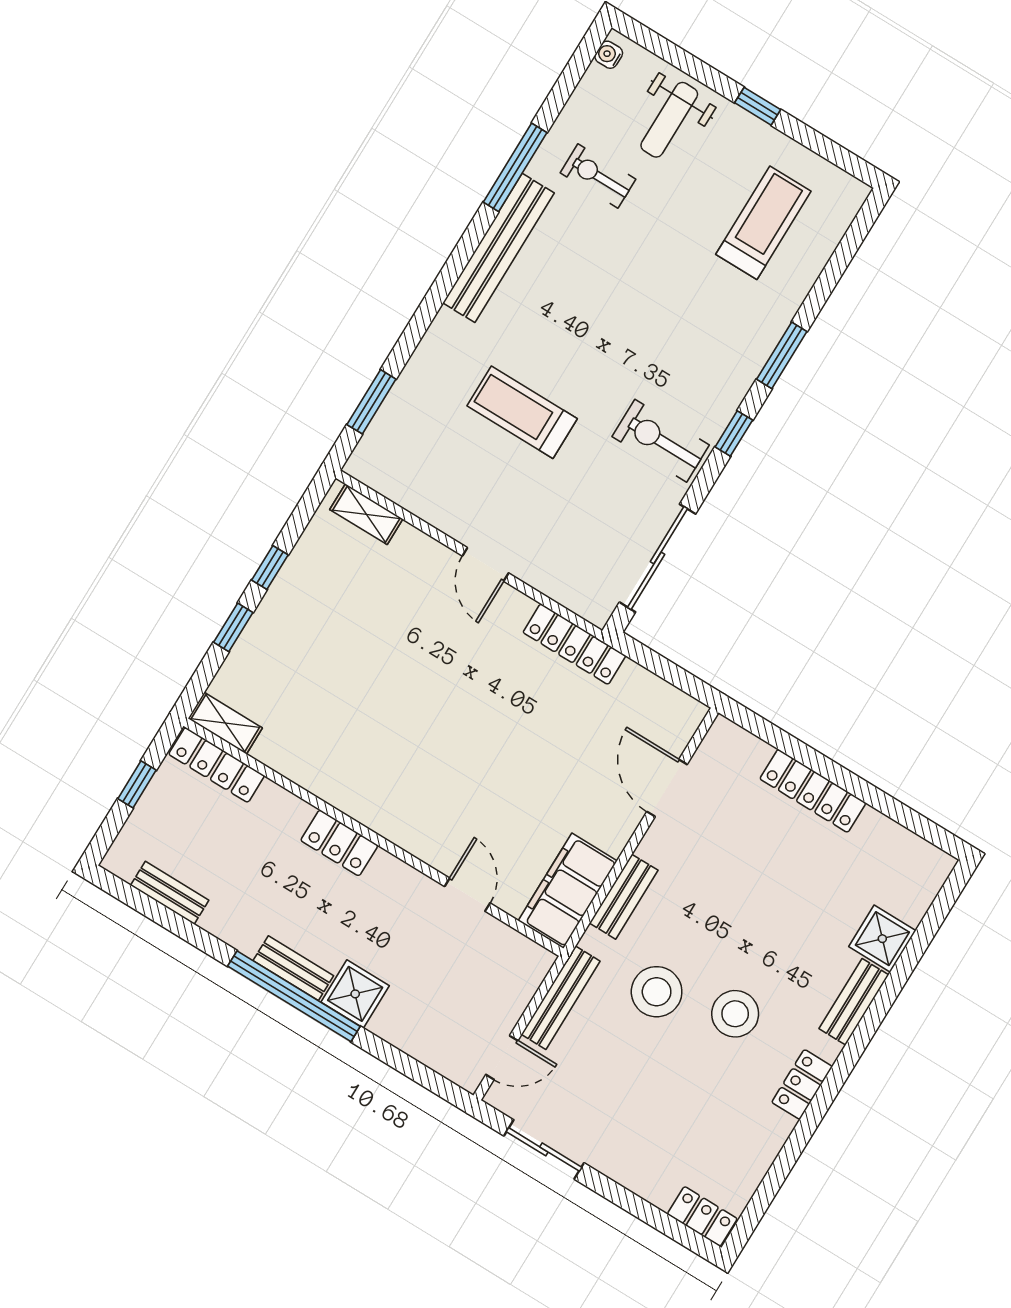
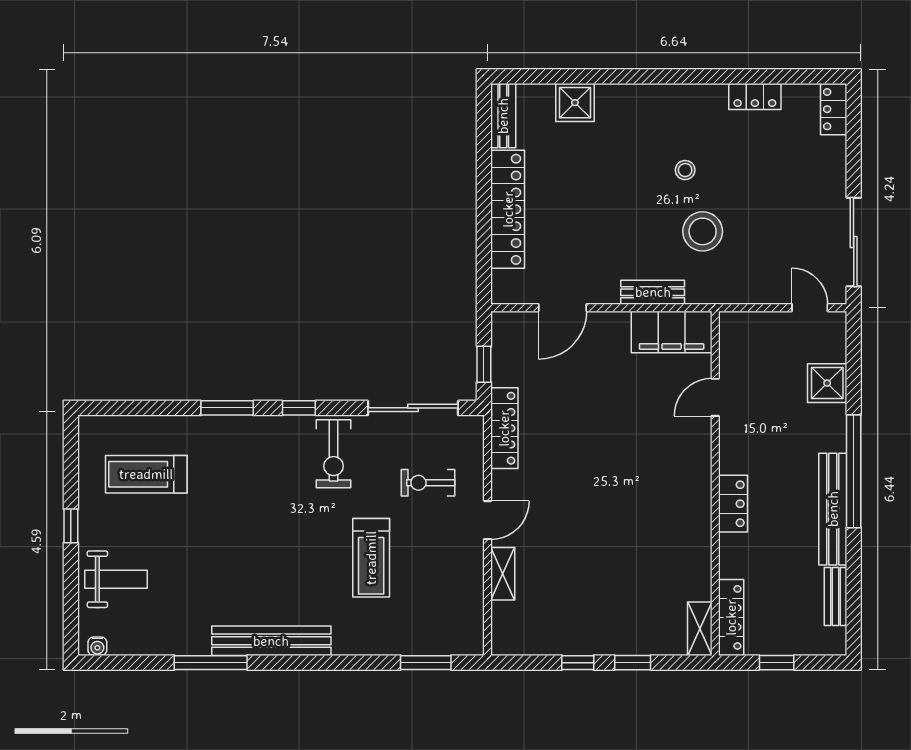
exercise bike: (598, 176) -> (428, 483), moved, turned 90
shelving: (366, 514) -> (503, 574), moved
window: (658, 665) -> (484, 364), added
locker: (813, 791) -> (508, 209), width x1.41, depth x1.21
bench: (293, 968) -> (833, 509), width x1.86, depth x1.21
shower: (355, 994) -> (827, 383), moved
bench: (561, 998) -> (746, 293), removed
bench: (854, 1002) -> (503, 116), moved, turned 90
stool: (735, 1014) -> (685, 170), width x0.53, depth x0.53
locker: (802, 1084) -> (755, 97), moved
sliding door: (544, 1149) -> (854, 242), width x1.37

